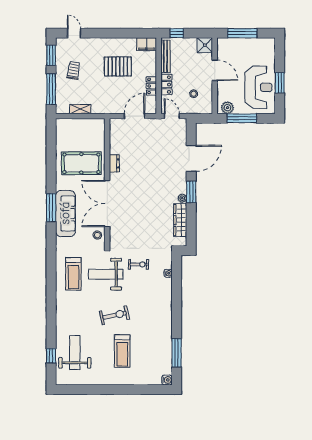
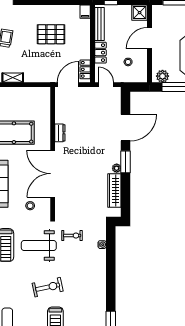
filing cabinet: (147, 44) -> (85, 12), width x0.50
door: (215, 70) -> (150, 38), swing flipped
locker: (151, 86) -> (85, 69), moved
dresser: (114, 163) -> (60, 133), moved
wall: (107, 182) -> (53, 152), moved
double door: (107, 204) -> (53, 174), moved

